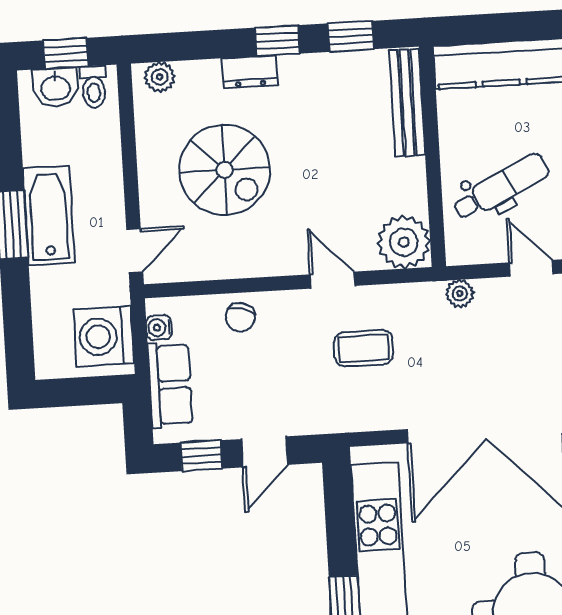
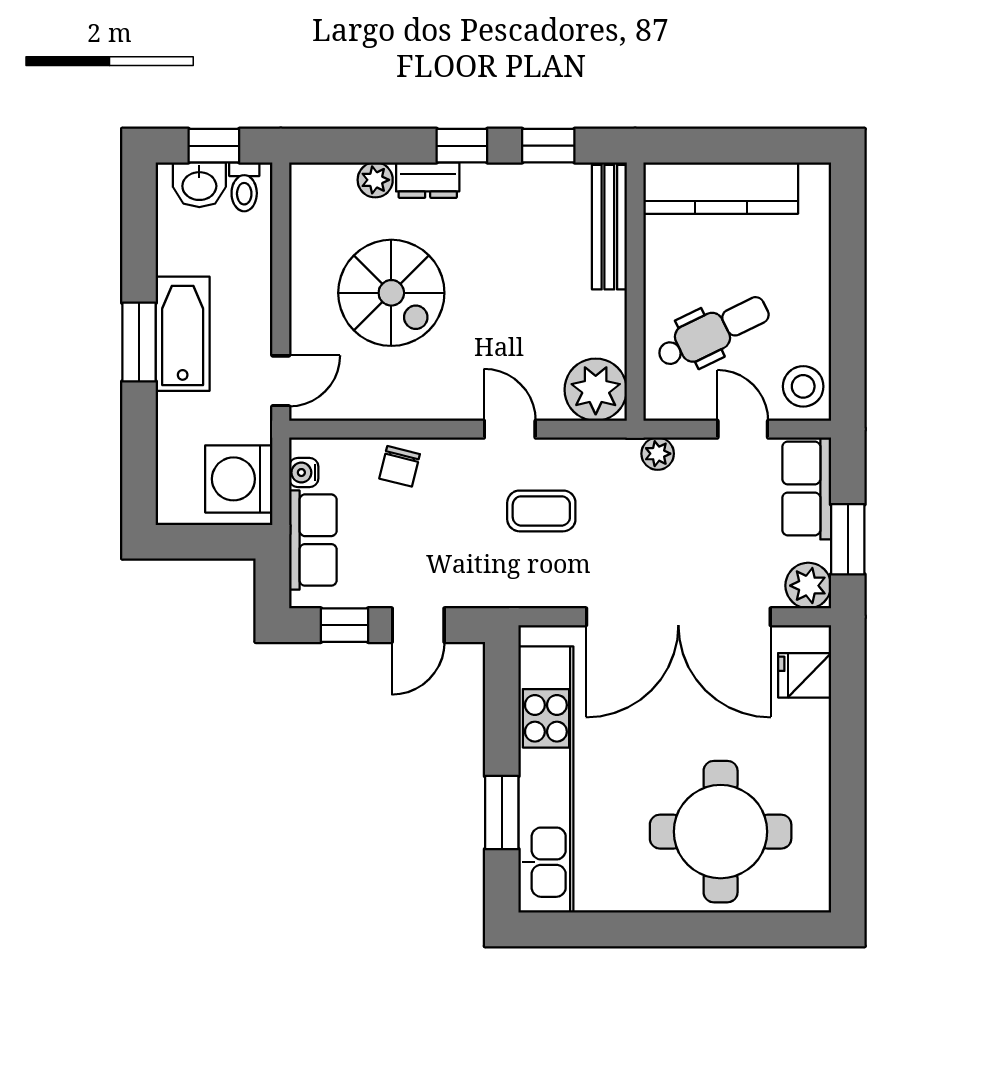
plant: (160, 77) -> (375, 180), moved

